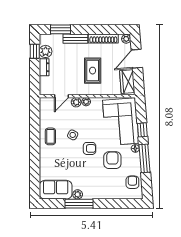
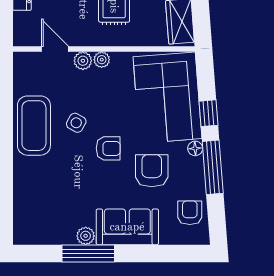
door: (62, 96) -> (55, 49), swing flipped
coffee table: (50, 136) -> (34, 126), width x1.86, depth x1.72
sofa: (56, 190) -> (127, 227), moved

